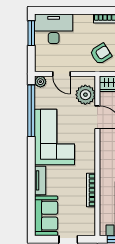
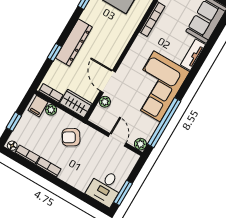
desk: (54, 29) -> (105, 188), width x0.73
plant: (85, 95) -> (105, 102), width x0.53, depth x0.53

